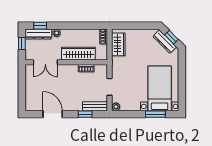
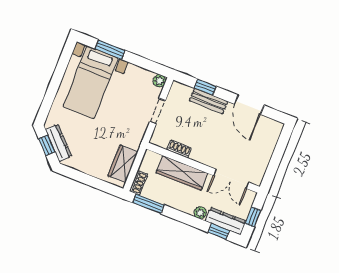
window: (92, 26) -> (148, 204), added
double door: (45, 62) -> (231, 179), swing flipped
bench: (95, 106) -> (209, 101), moved

